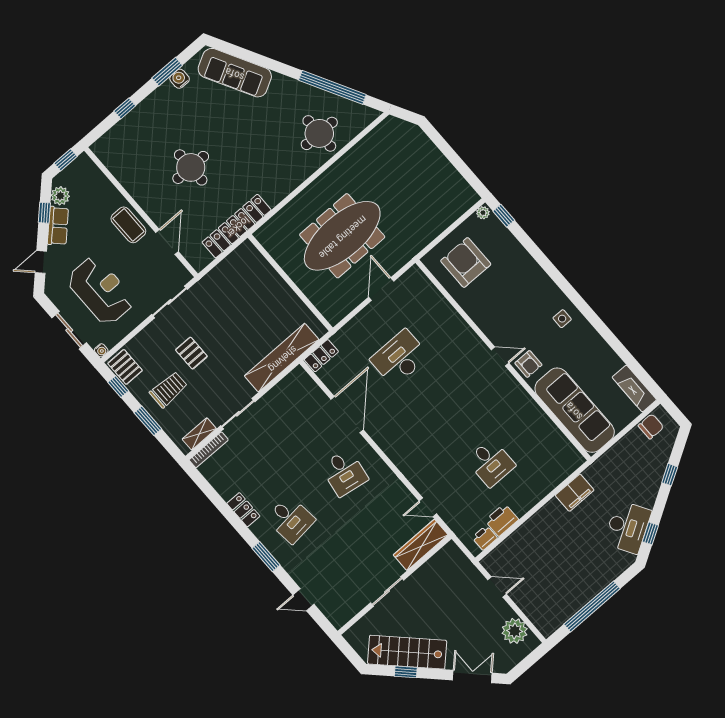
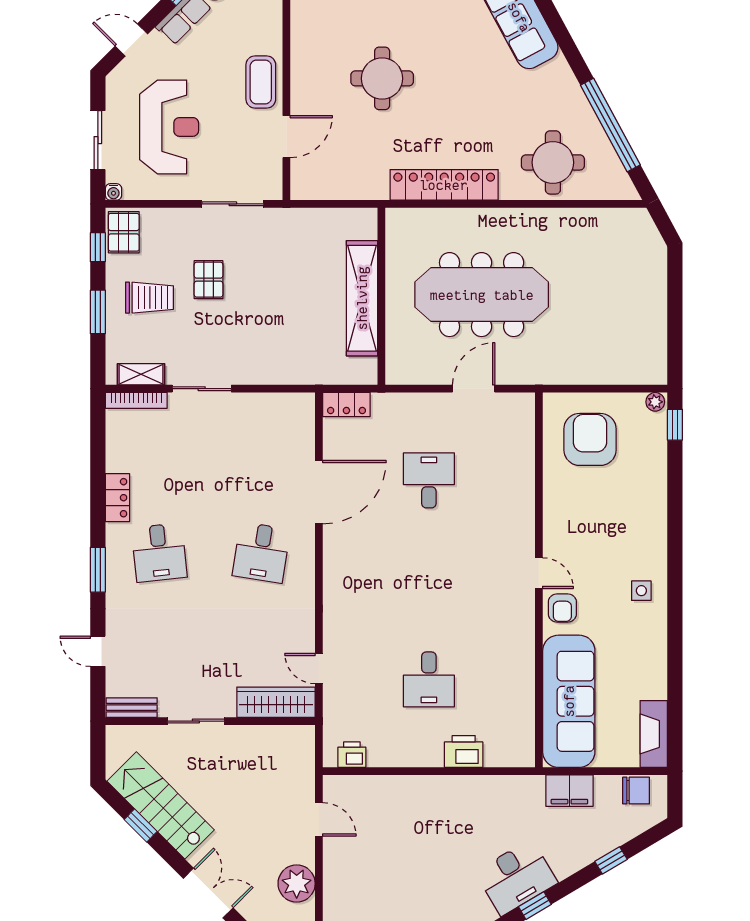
locker: (237, 226) -> (444, 185), moved
shelving: (282, 358) -> (362, 298), moved, turned 90
desk: (400, 358) -> (429, 480), width x0.73
filing cabinet: (575, 493) -> (569, 791), moved
printer: (502, 520) -> (464, 751), moved
bench: (347, 614) -> (132, 708), added

